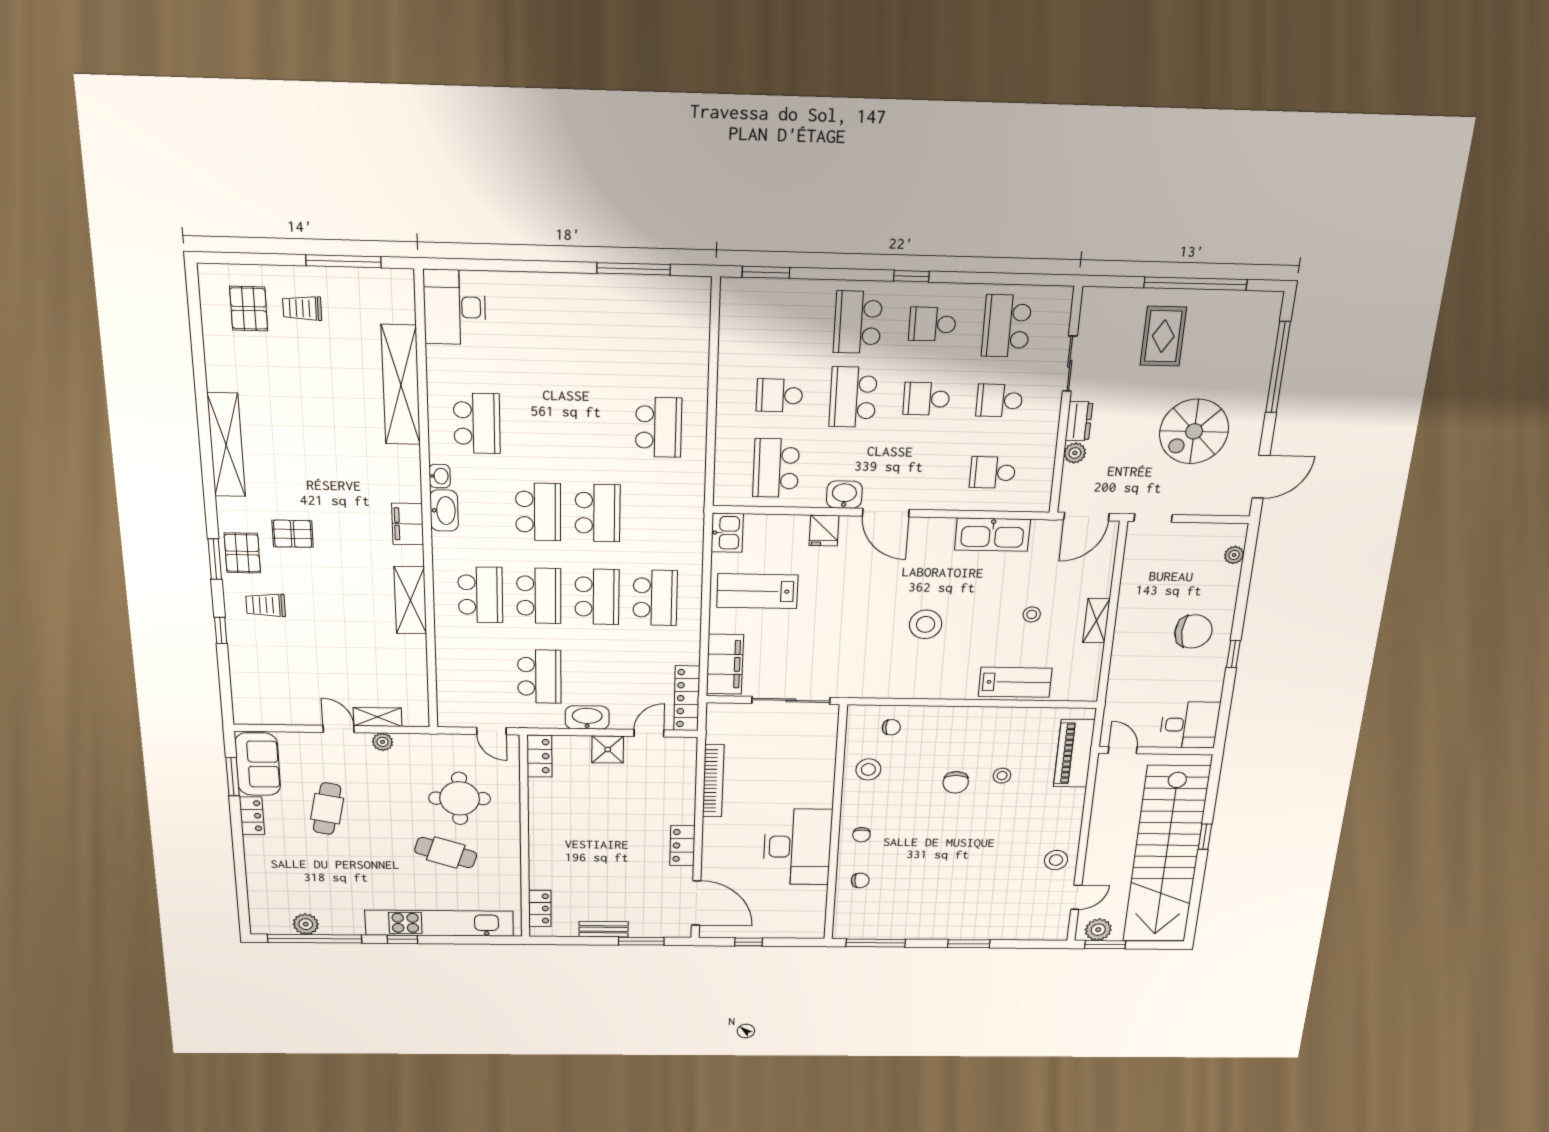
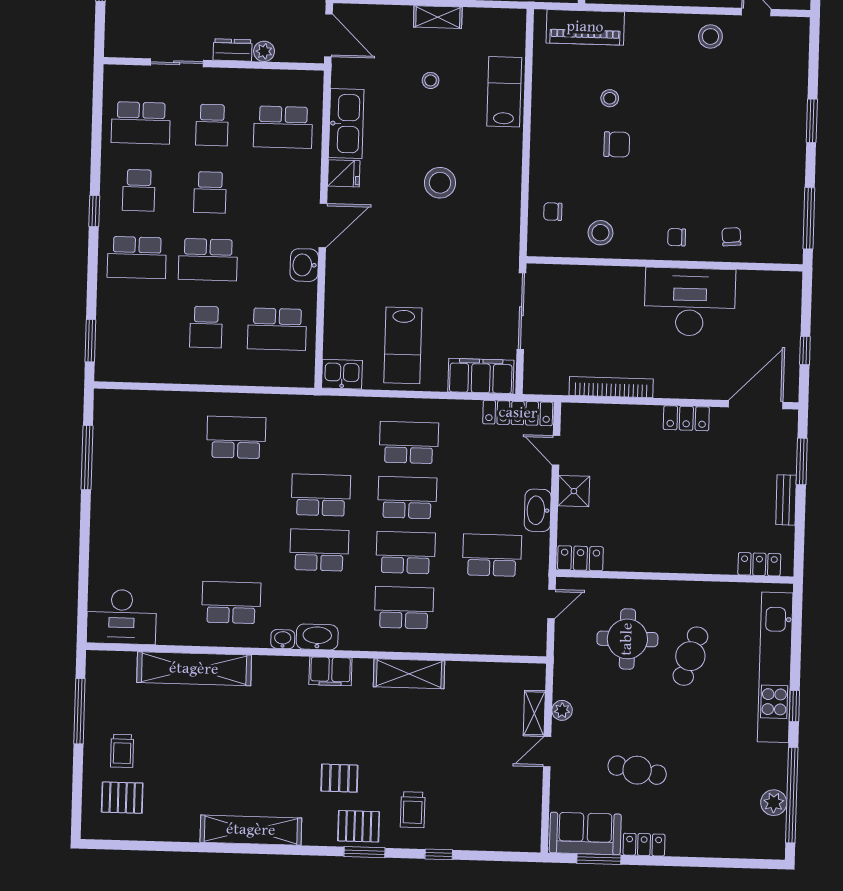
school desk: (993, 473) -> (283, 127), width x1.85
fridge: (824, 530) -> (344, 173), moved
pallet: (293, 534) -> (339, 778), turned 90
chair: (891, 727) -> (553, 212), turned -90
chair: (861, 835) -> (677, 237), turned 180

